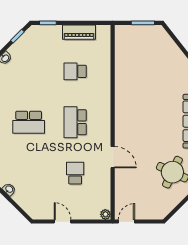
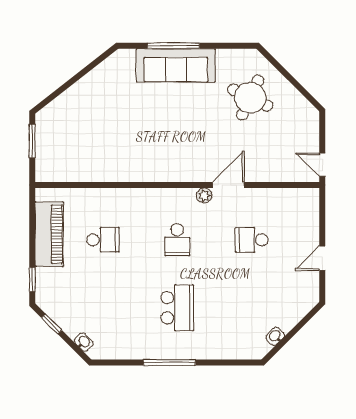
piano: (79, 32) -> (49, 234), width x1.37, depth x1.33
school desk: (75, 71) -> (103, 240), turned -90
school desk: (75, 122) -> (177, 240), width x0.54
plant: (105, 214) -> (204, 196), moved

